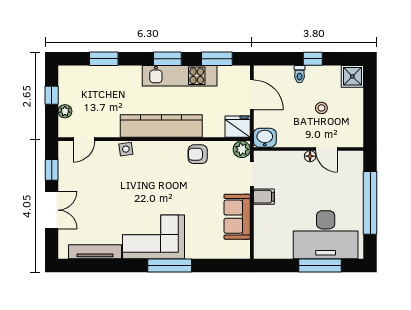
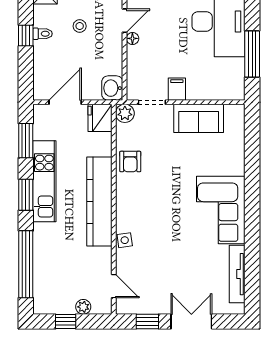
window: (104, 59) -> (26, 264), width x2.11
toilet: (300, 74) -> (43, 34), moved
window: (170, 266) -> (252, 192), removed
window: (320, 266) -> (252, 54), moved

